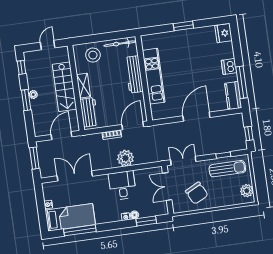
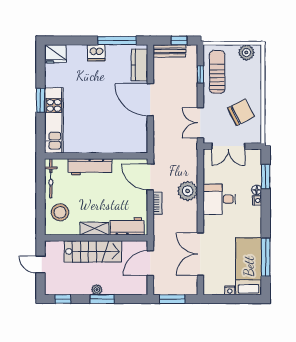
kitchen unit: (154, 76) -> (54, 120), moved, turned 90
kitchen counter: (233, 96) -> (139, 65), moved, turned 90
bench: (239, 127) -> (169, 51), added
door: (61, 136) -> (150, 263), hinge flipped

